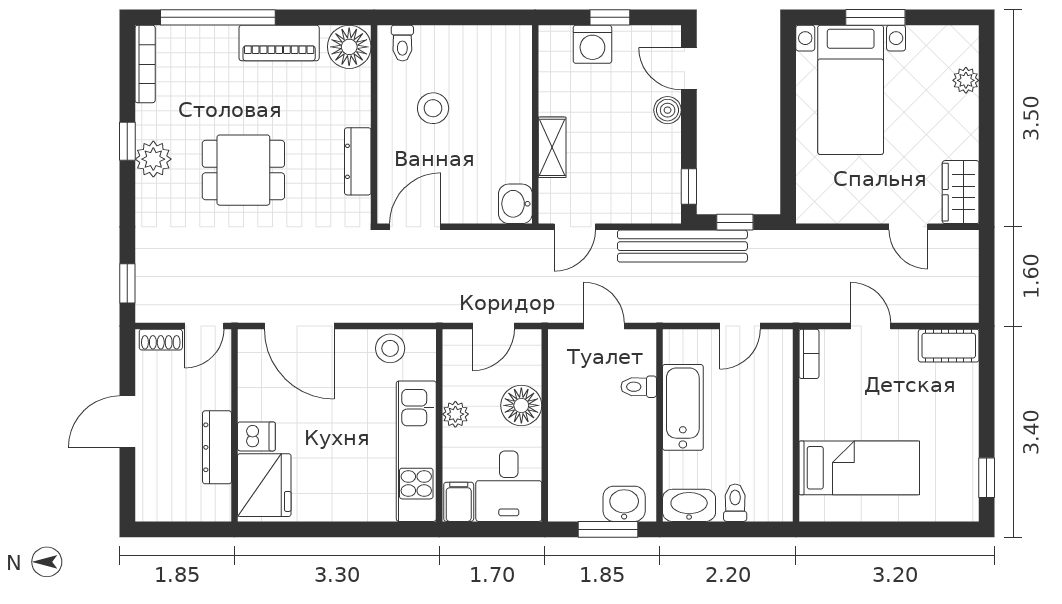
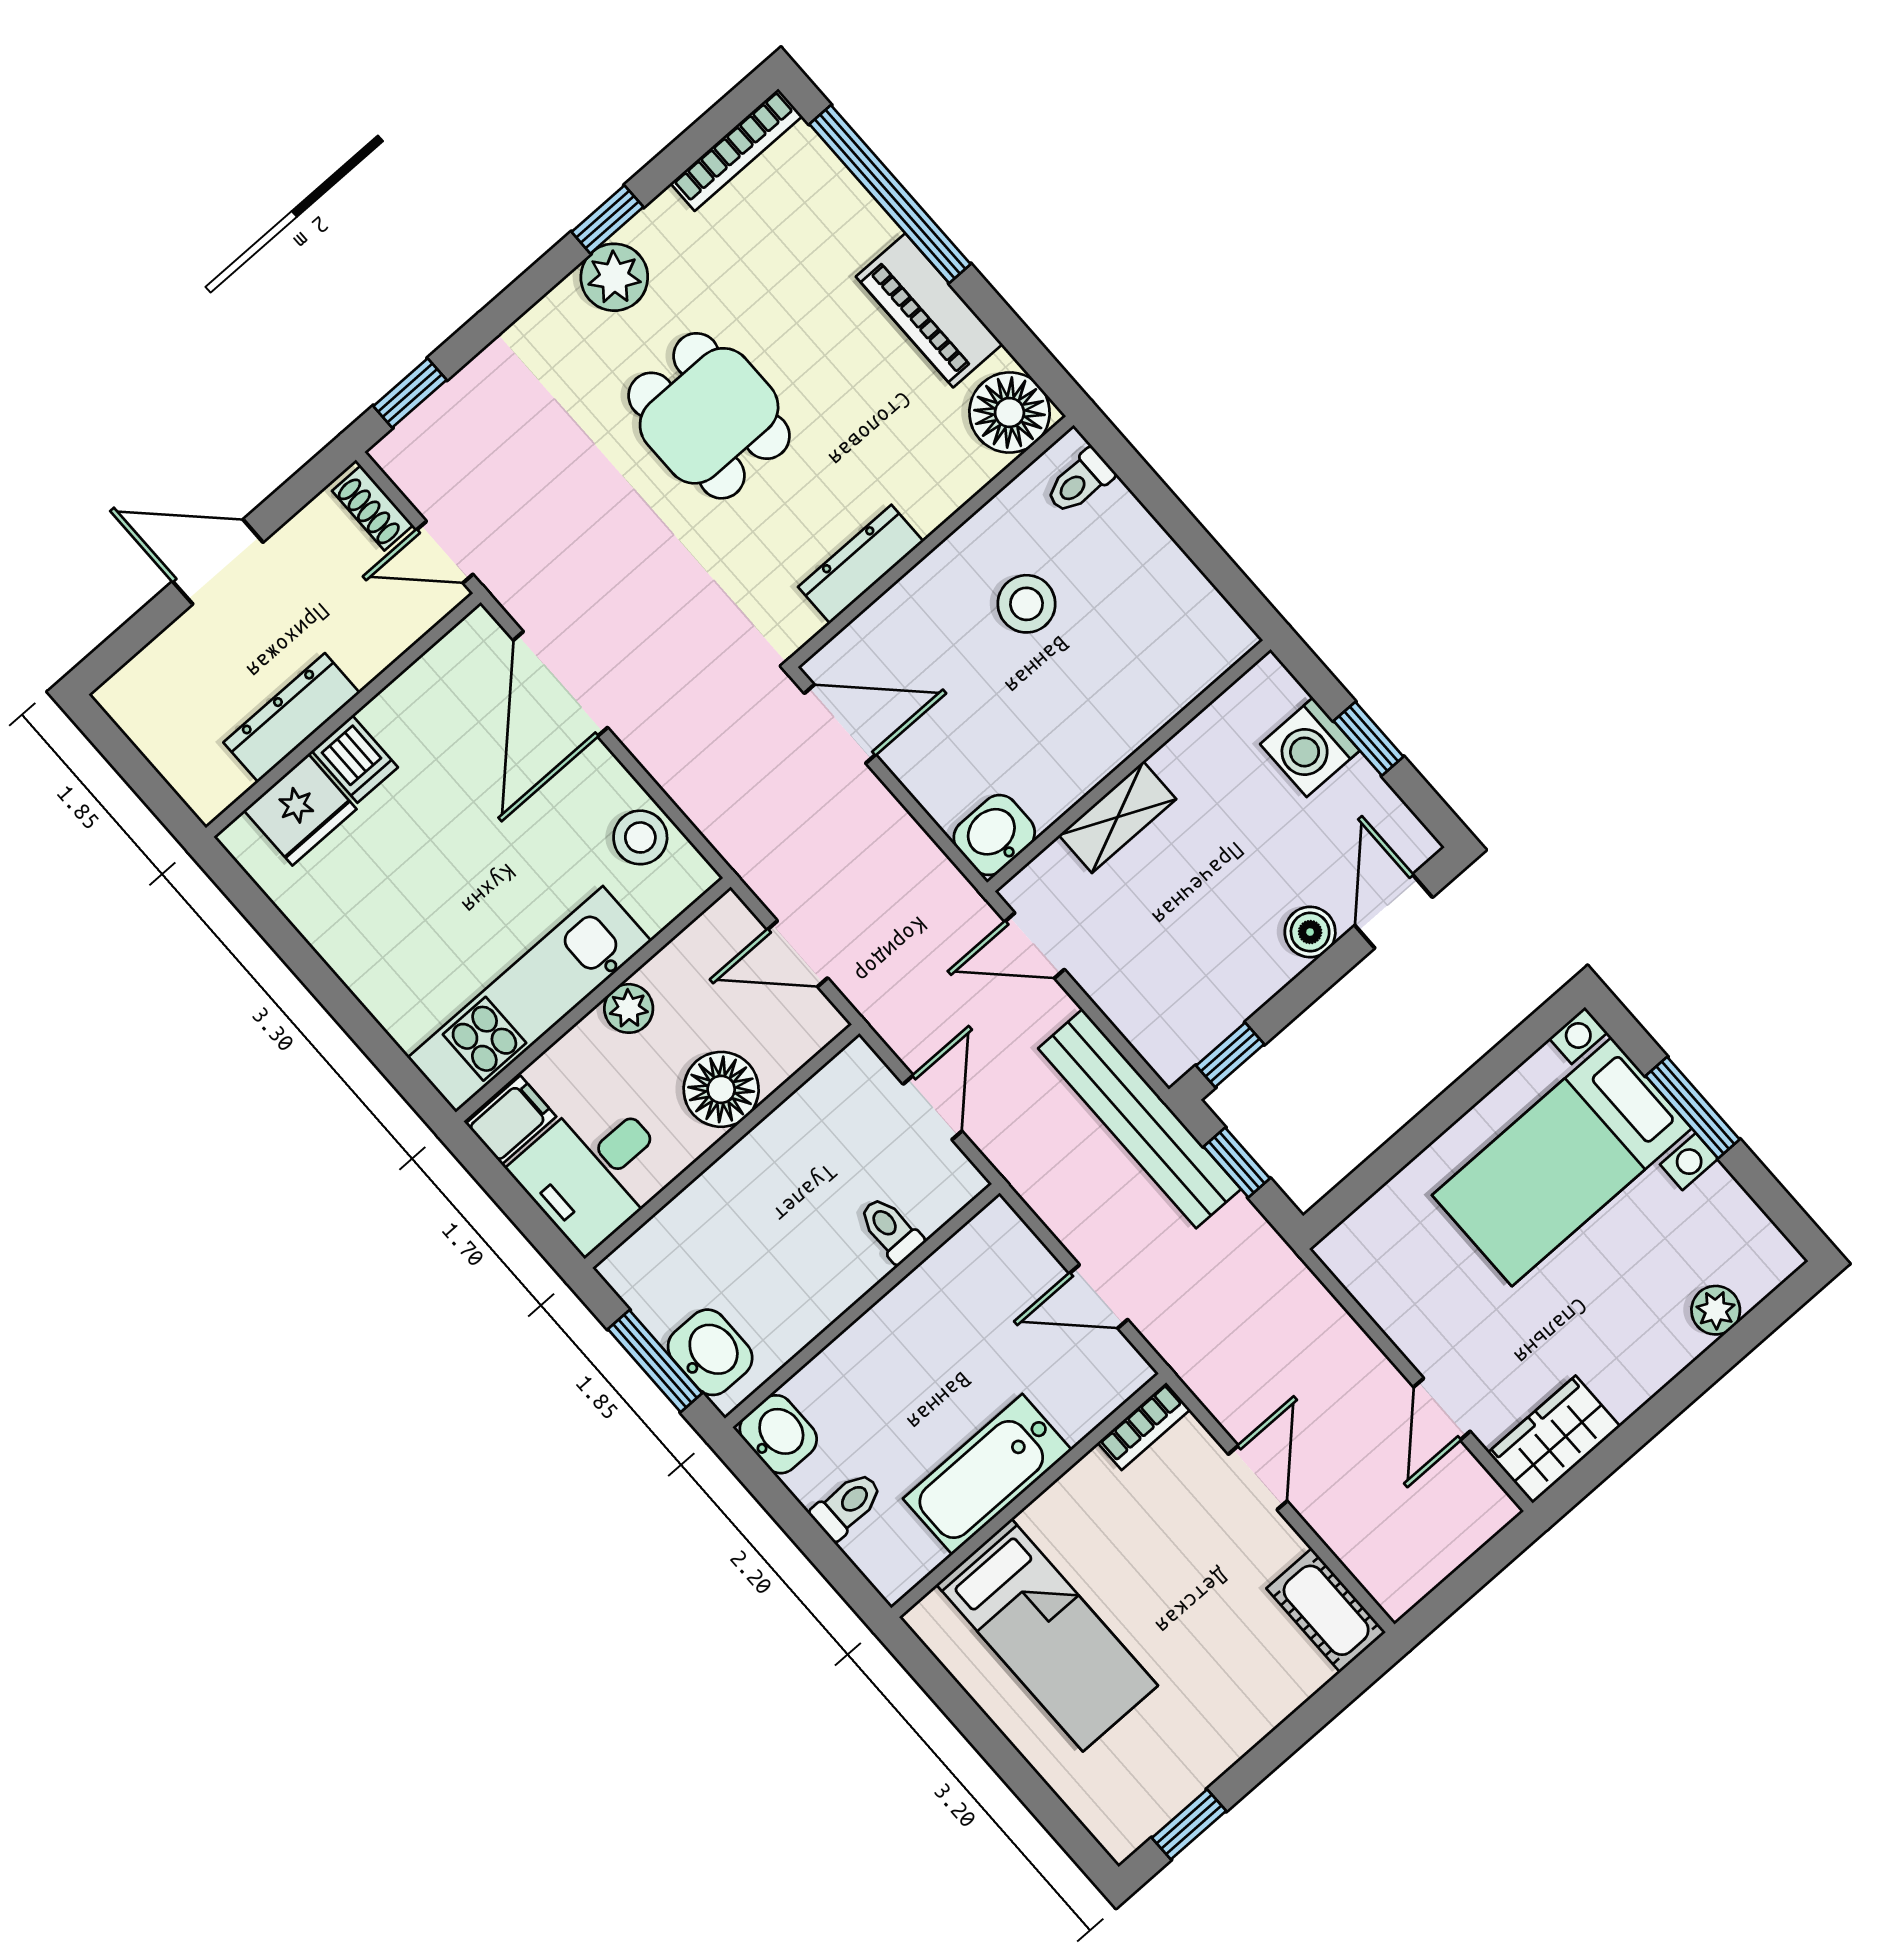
bathtub: (683, 407) -> (987, 1474), moved, turned 180
fridge: (264, 485) -> (300, 810), width x0.73, depth x0.75
washbasin: (689, 505) -> (778, 1434), width x0.72

